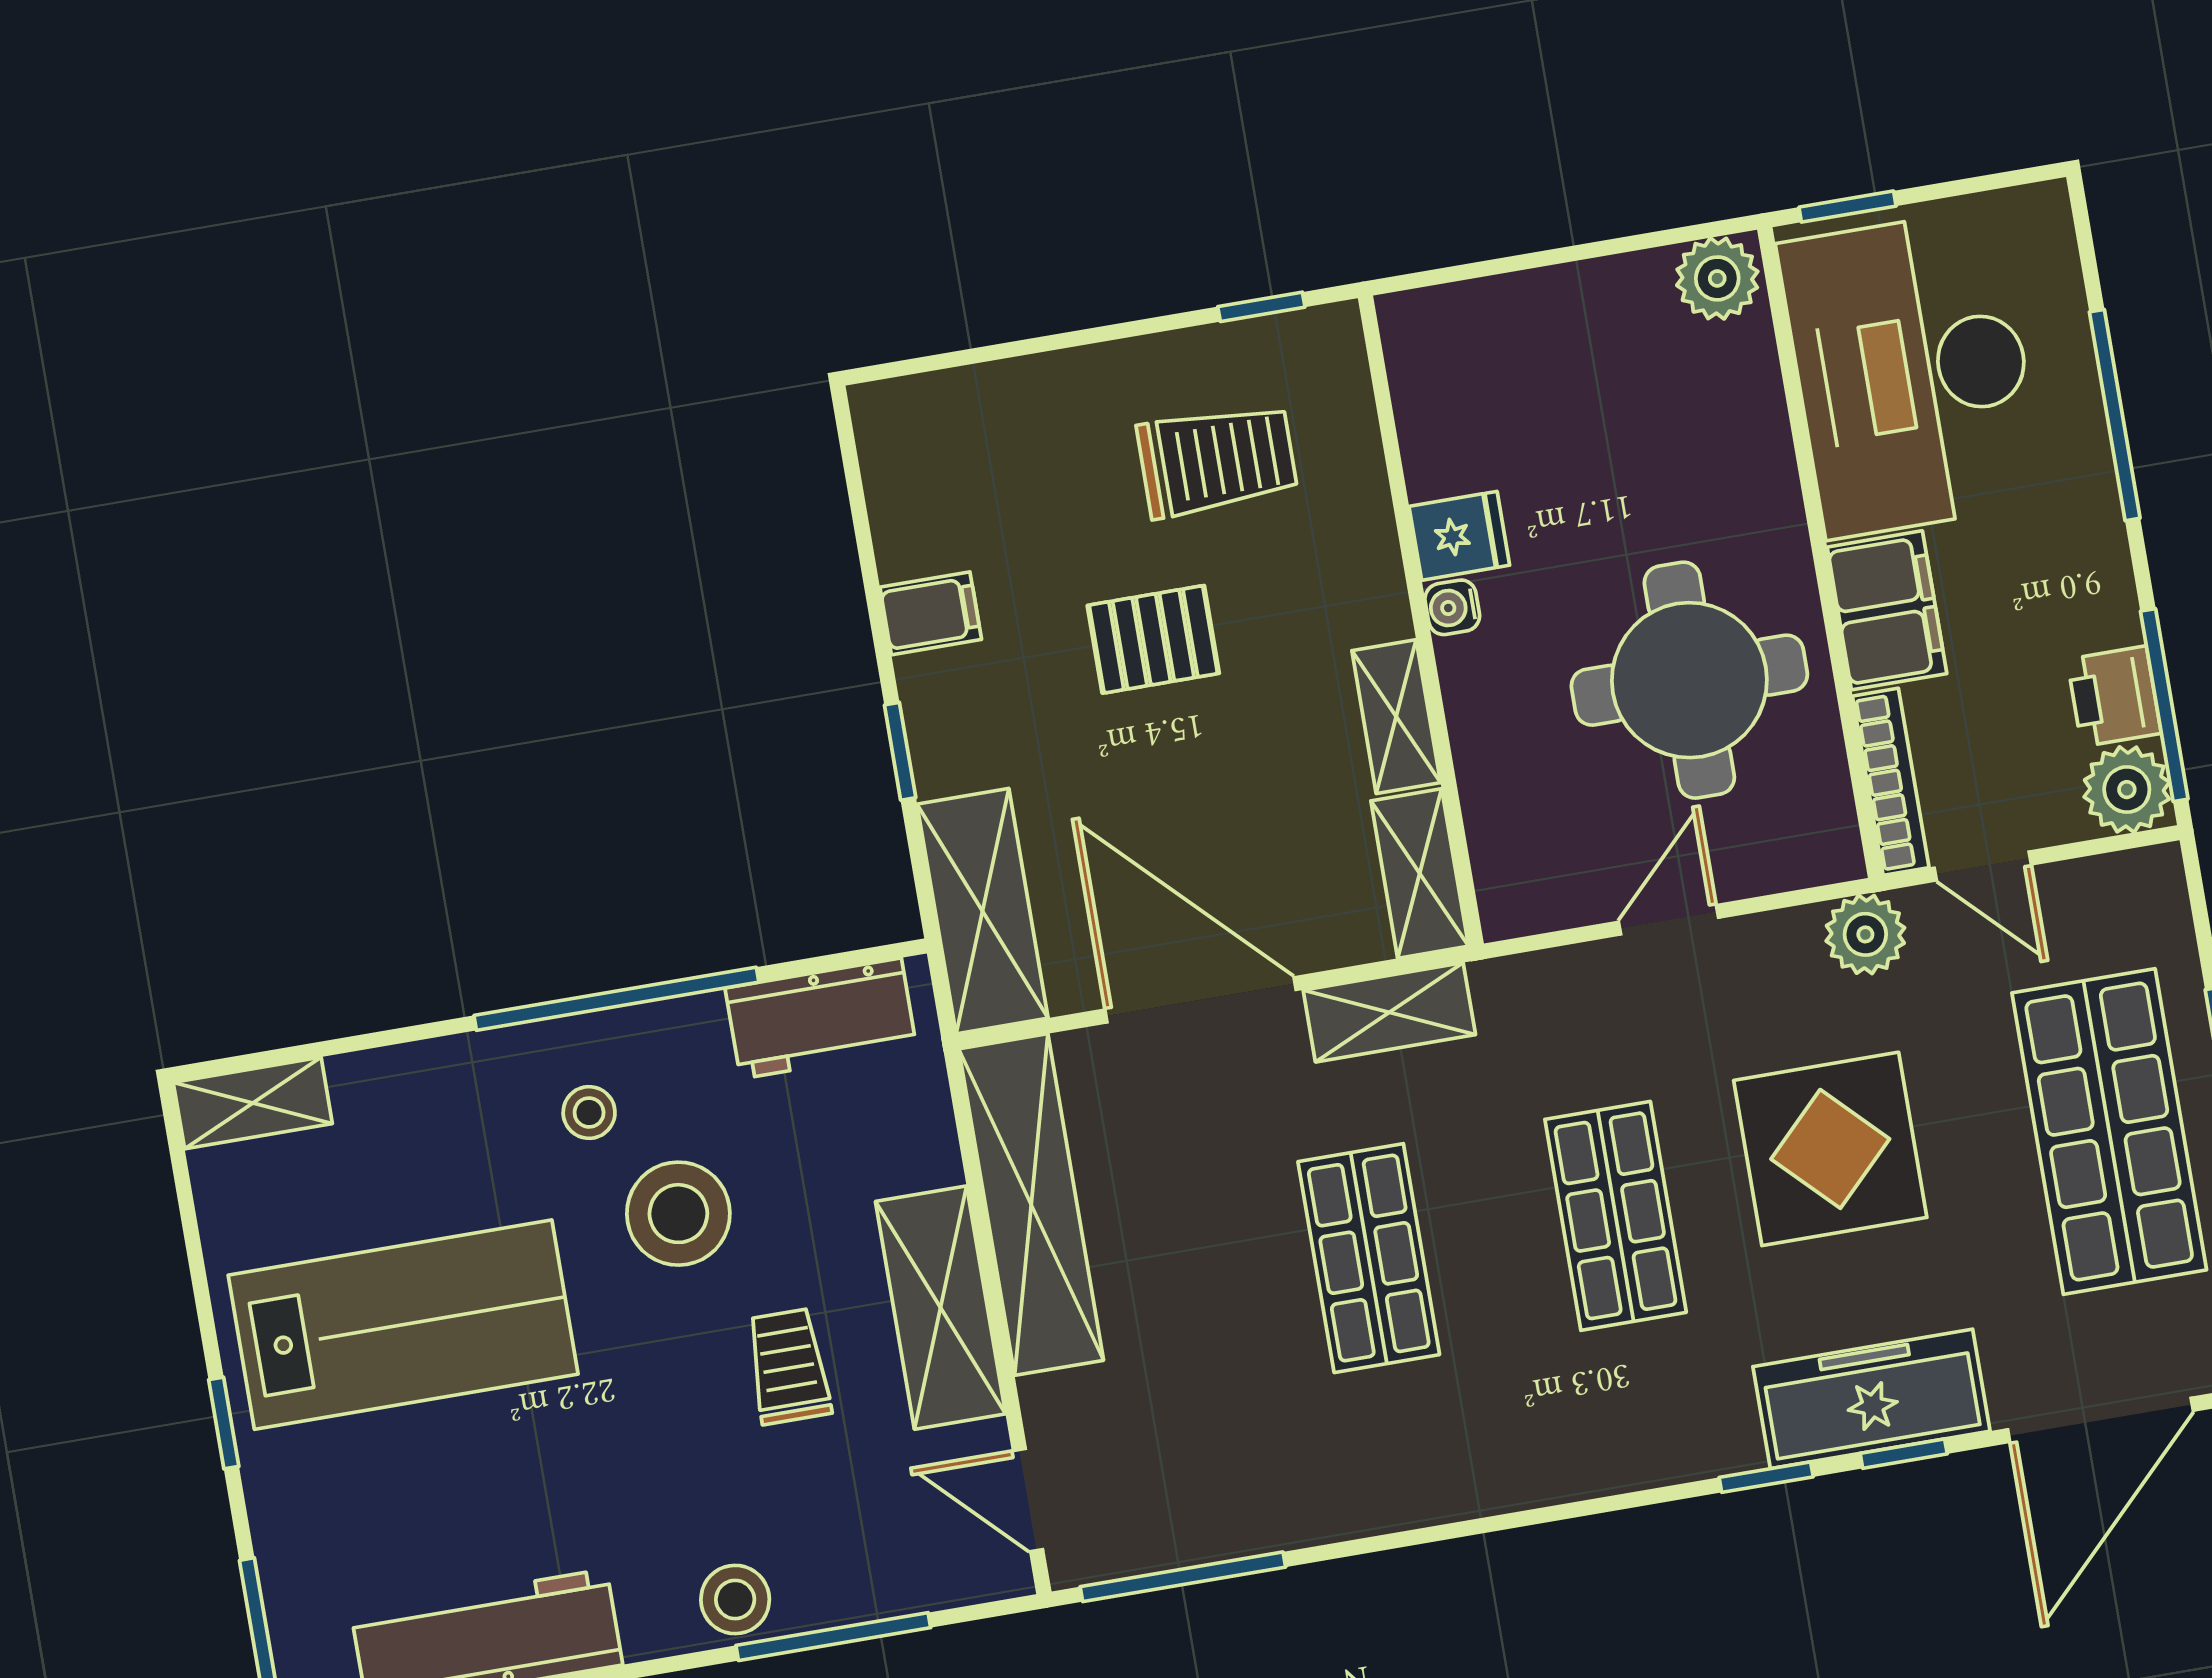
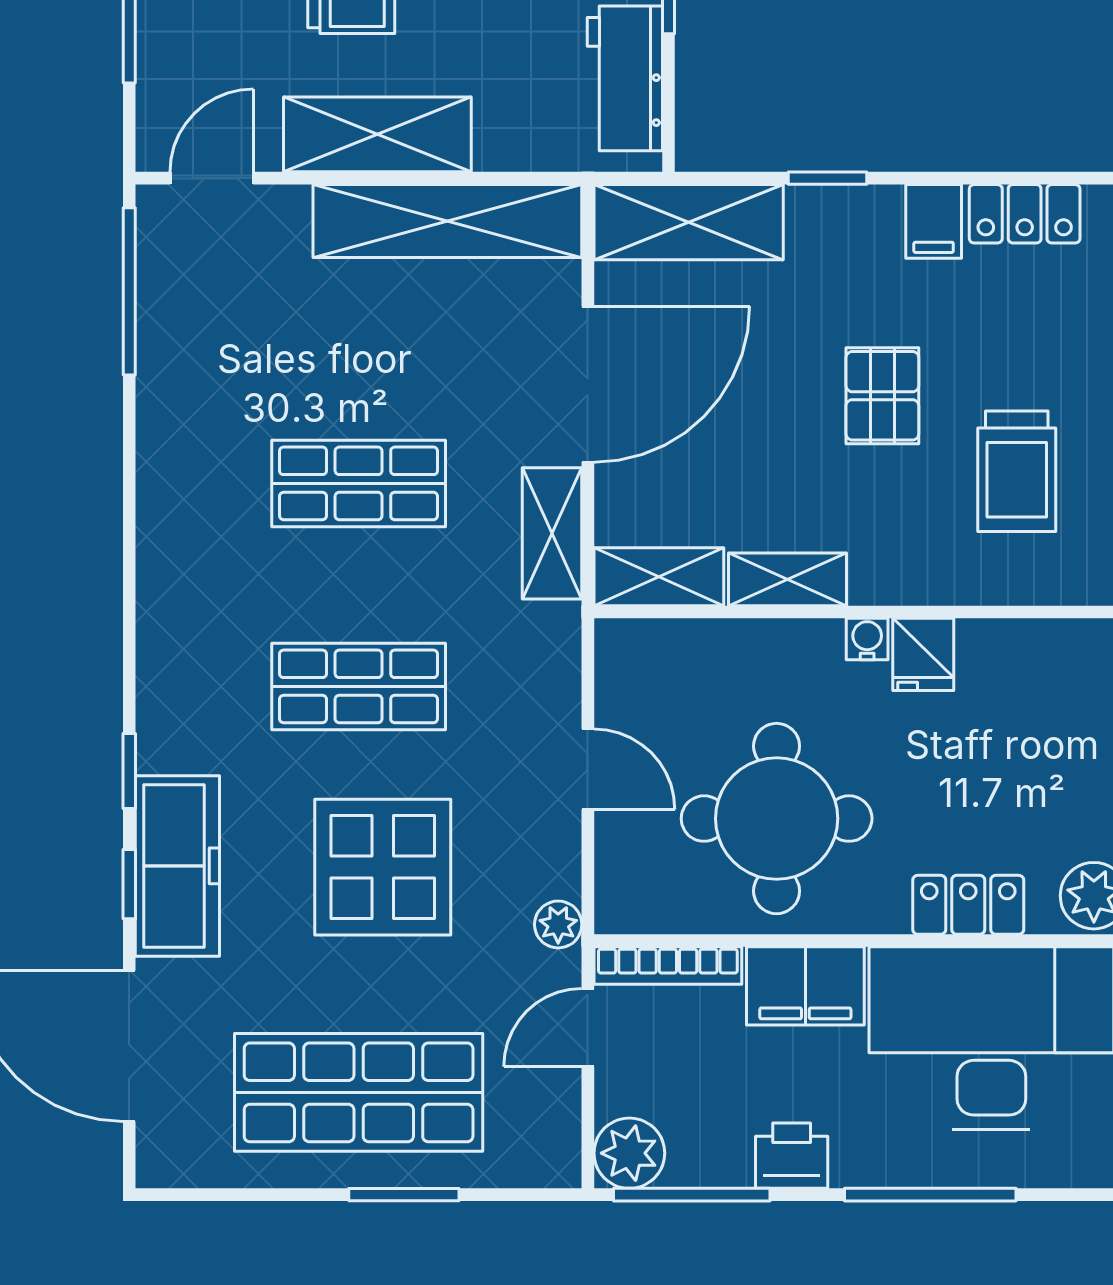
locker: (1754, 429) -> (968, 905), added
locker: (902, 504) -> (1025, 214), added
printer: (2114, 696) -> (792, 1156), moved
plant: (1865, 934) -> (558, 924), width x0.73, depth x0.73

